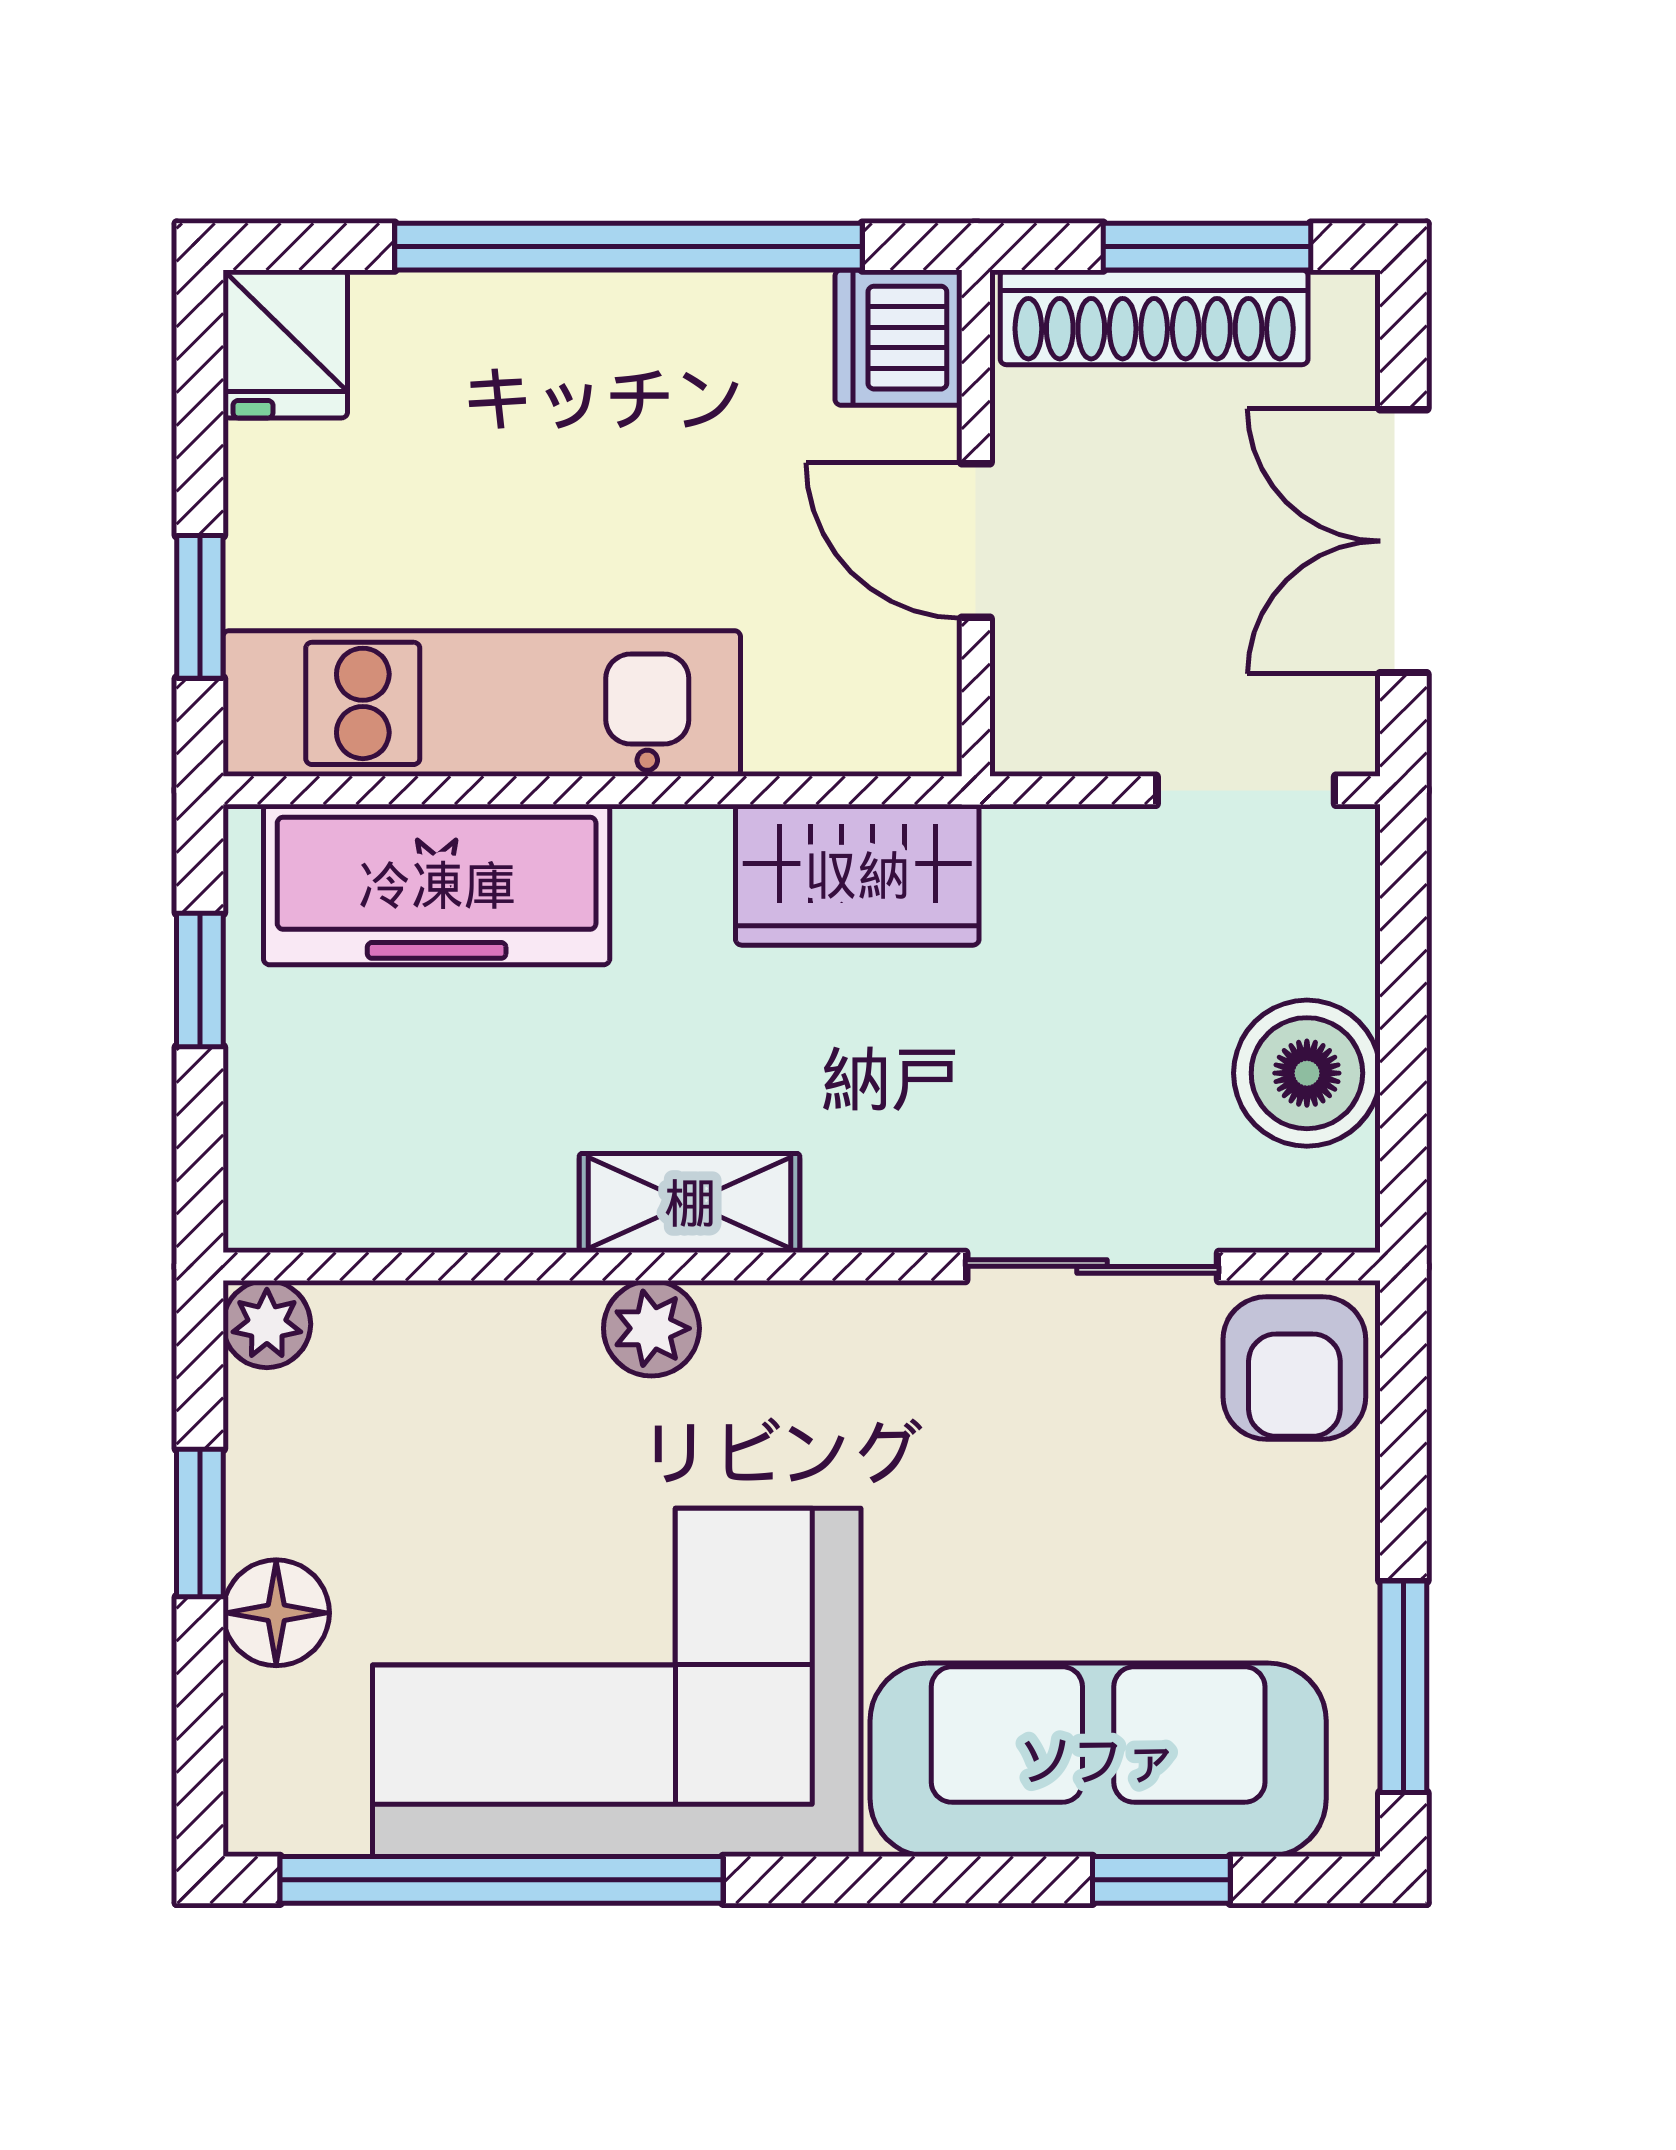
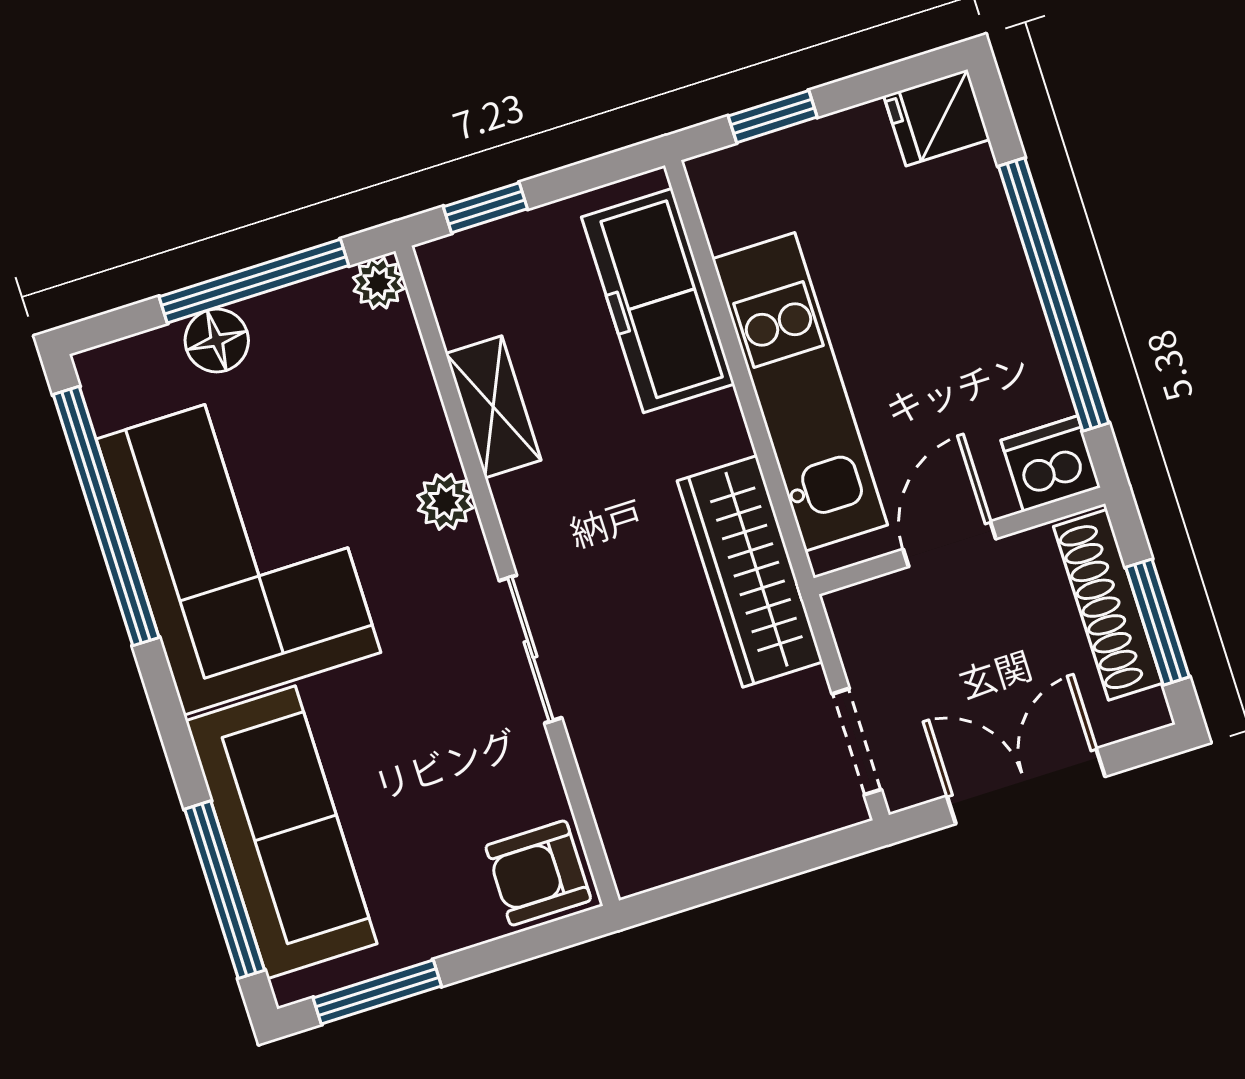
kitchen unit: (482, 703) -> (800, 392), moved
wardrobe: (857, 875) -> (750, 571), width x1.50
window: (200, 980) -> (485, 208), moved
boiler: (1307, 1073) -> (707, 827), removed
shelving: (690, 1203) -> (493, 407), moved
sliding door: (1092, 1266) -> (531, 649), moved
window: (200, 1523) -> (254, 281), width x2.17
window: (1161, 1880) -> (225, 890), width x2.17

